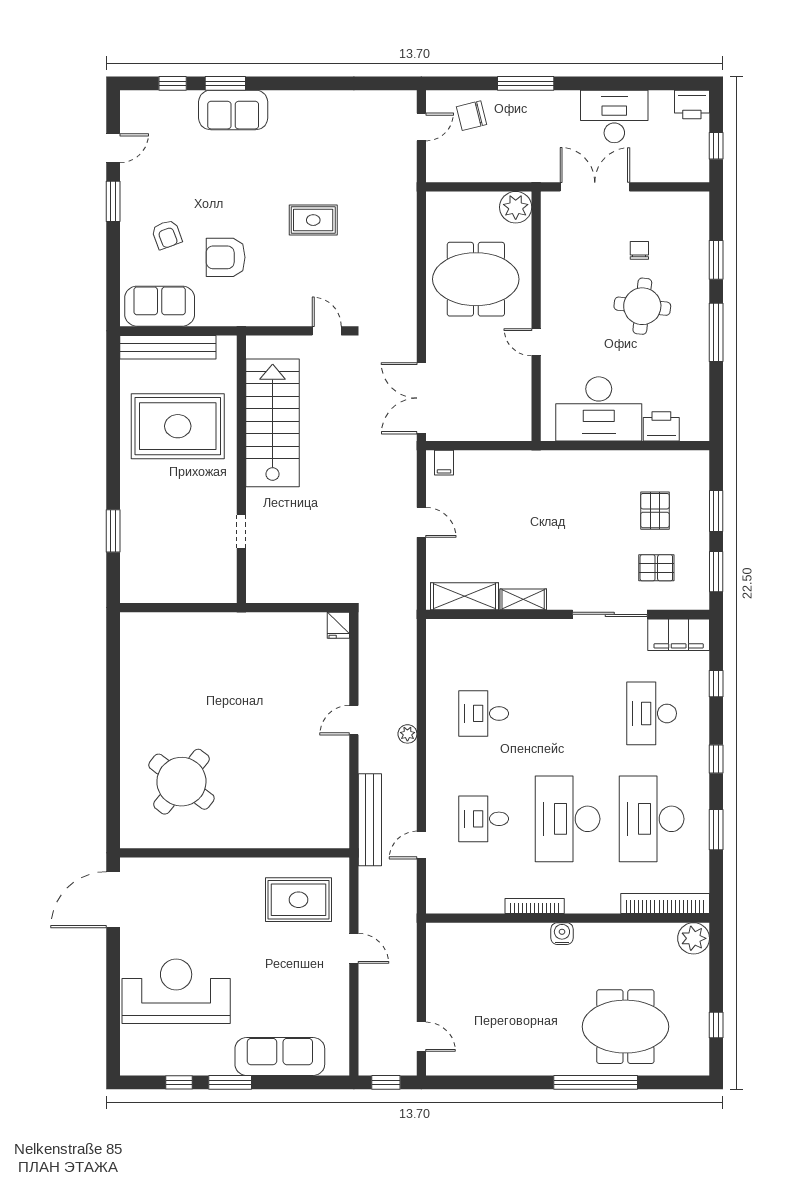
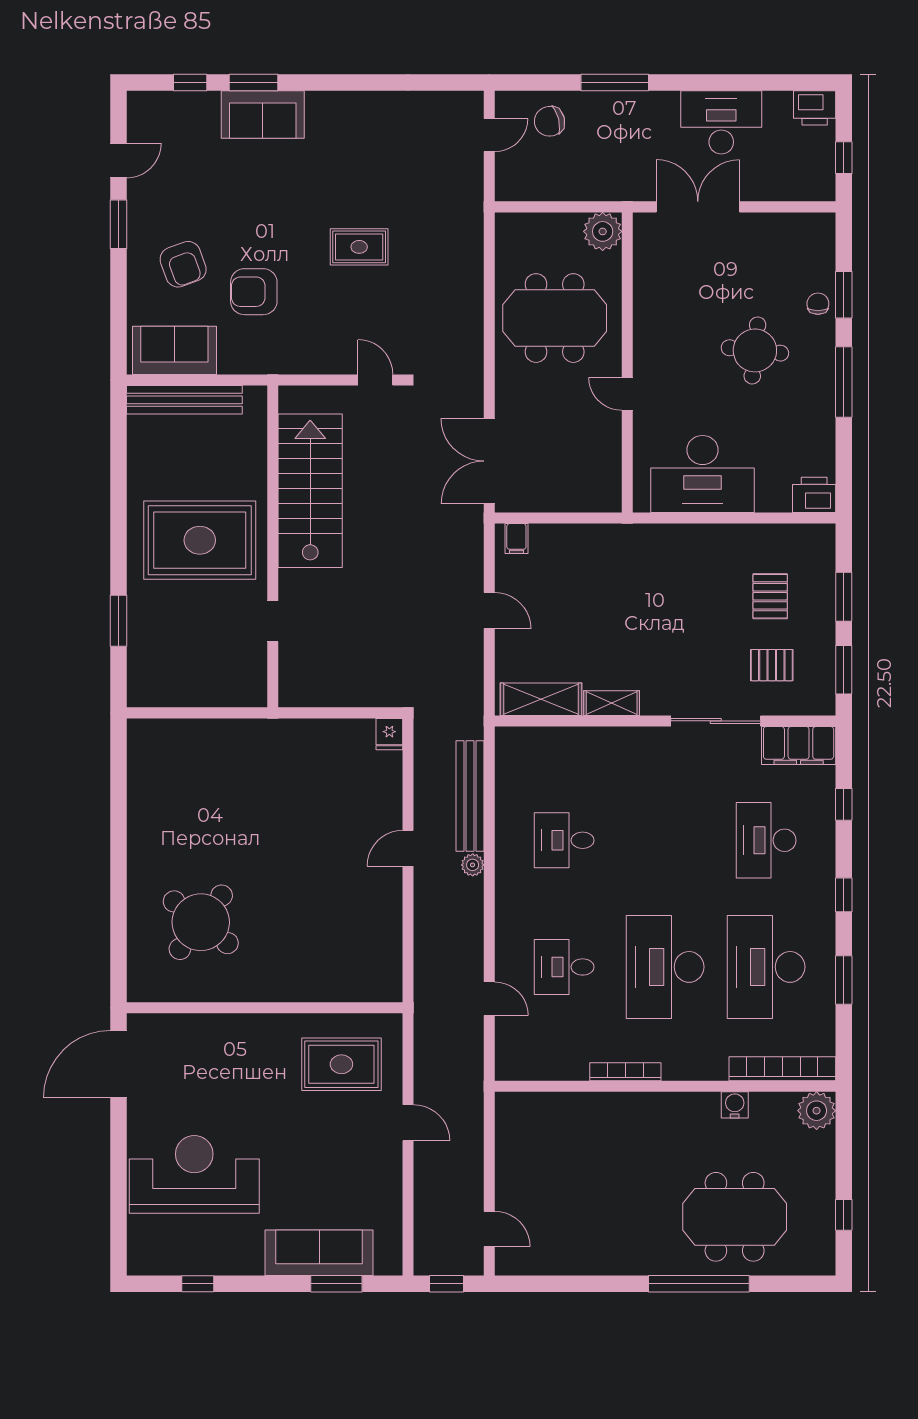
armchair: (167, 234) -> (183, 264), width x1.38, depth x1.38
chair: (639, 250) -> (818, 304), moved
rug: (178, 426) -> (200, 540), moved
printer: (661, 426) -> (814, 495), moved
bench: (370, 820) -> (470, 796), moved
door: (421, 845) -> (489, 999), swing flipped
water cooler: (562, 934) -> (735, 1105), moved
window: (230, 1082) -> (336, 1284), moved

